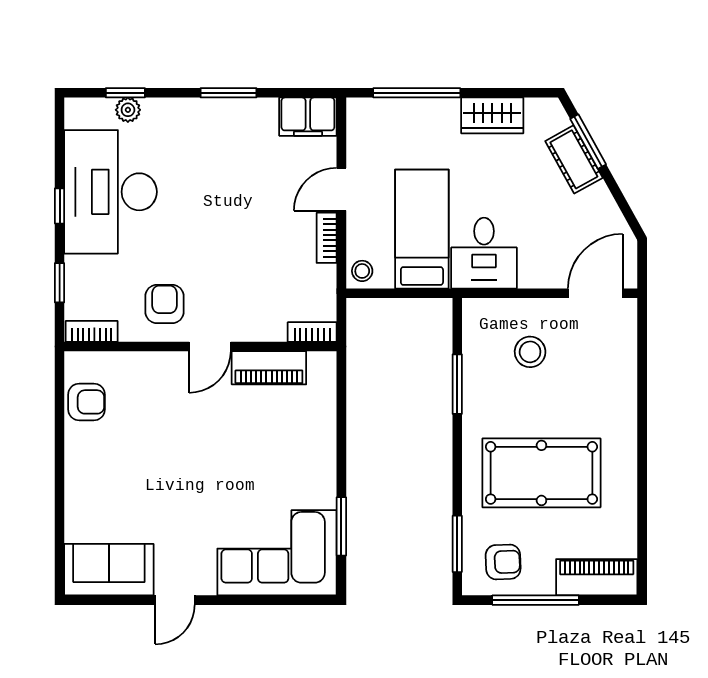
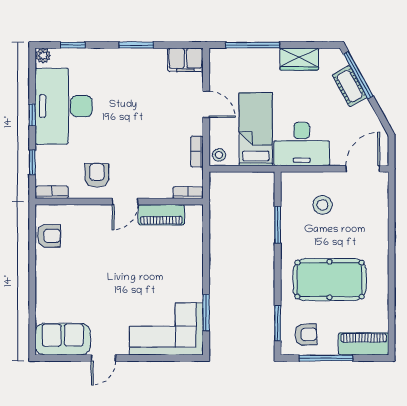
plant: (128, 110) -> (43, 56), moved
window: (588, 142) -> (358, 75), width x1.44
door: (341, 189) -> (206, 105), swing flipped
bookcase: (327, 238) -> (197, 152), moved
desk: (484, 253) -> (302, 144), width x1.37

